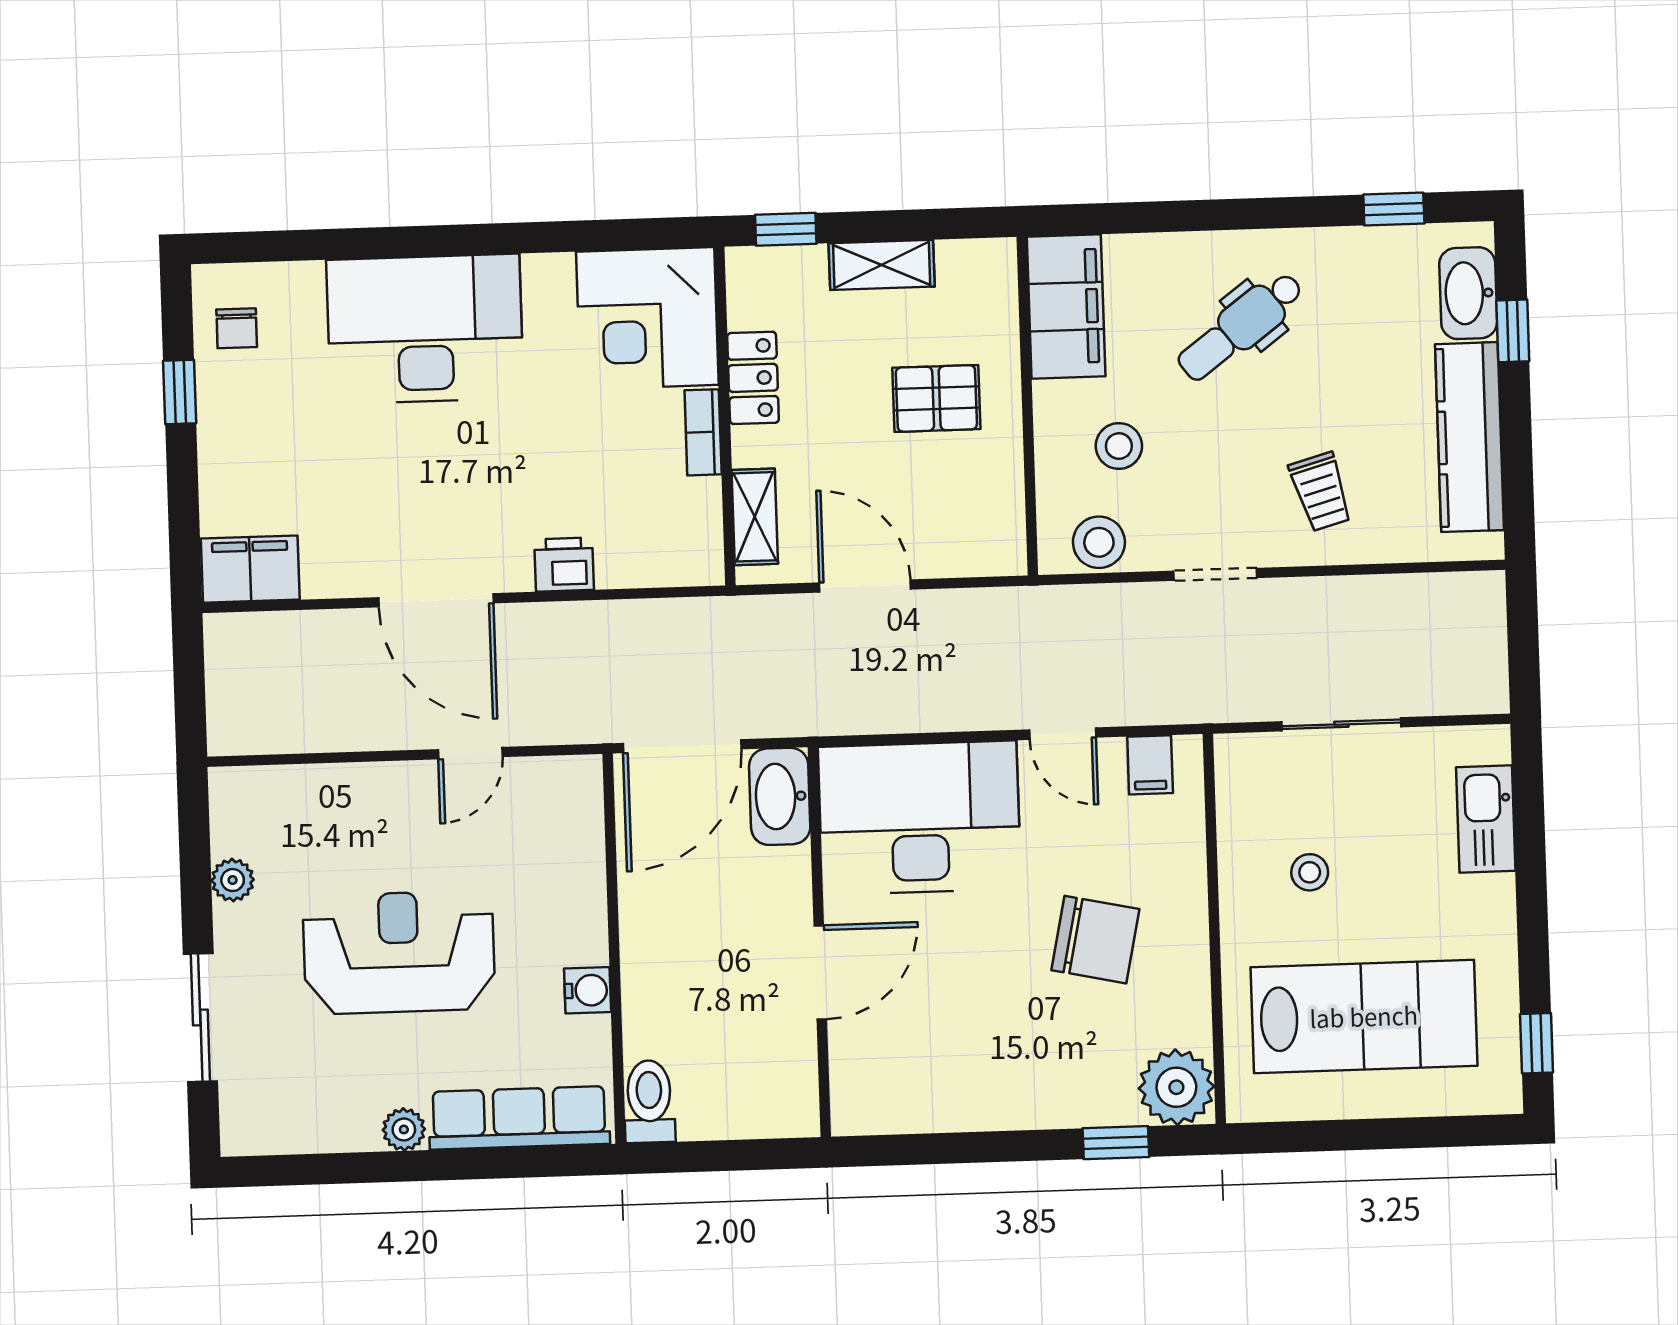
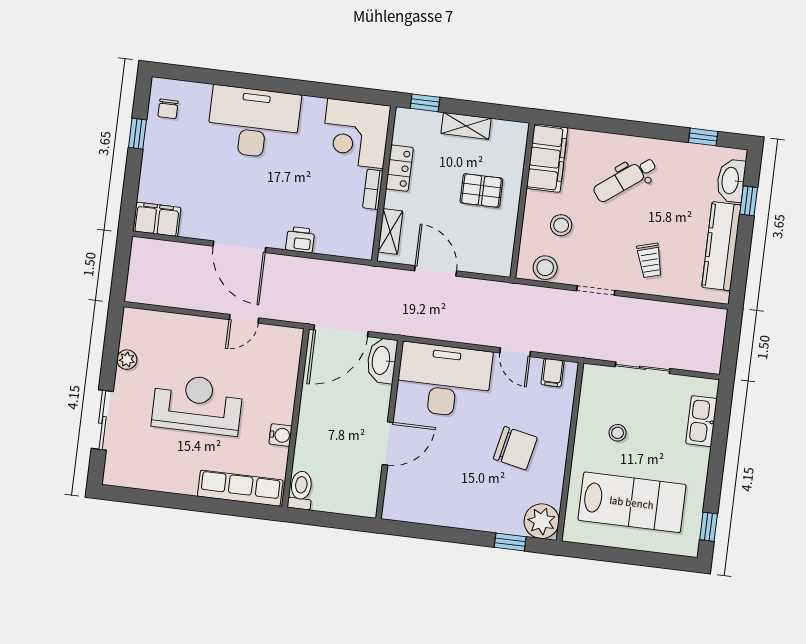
plant: (404, 1129) -> (187, 485), removed

